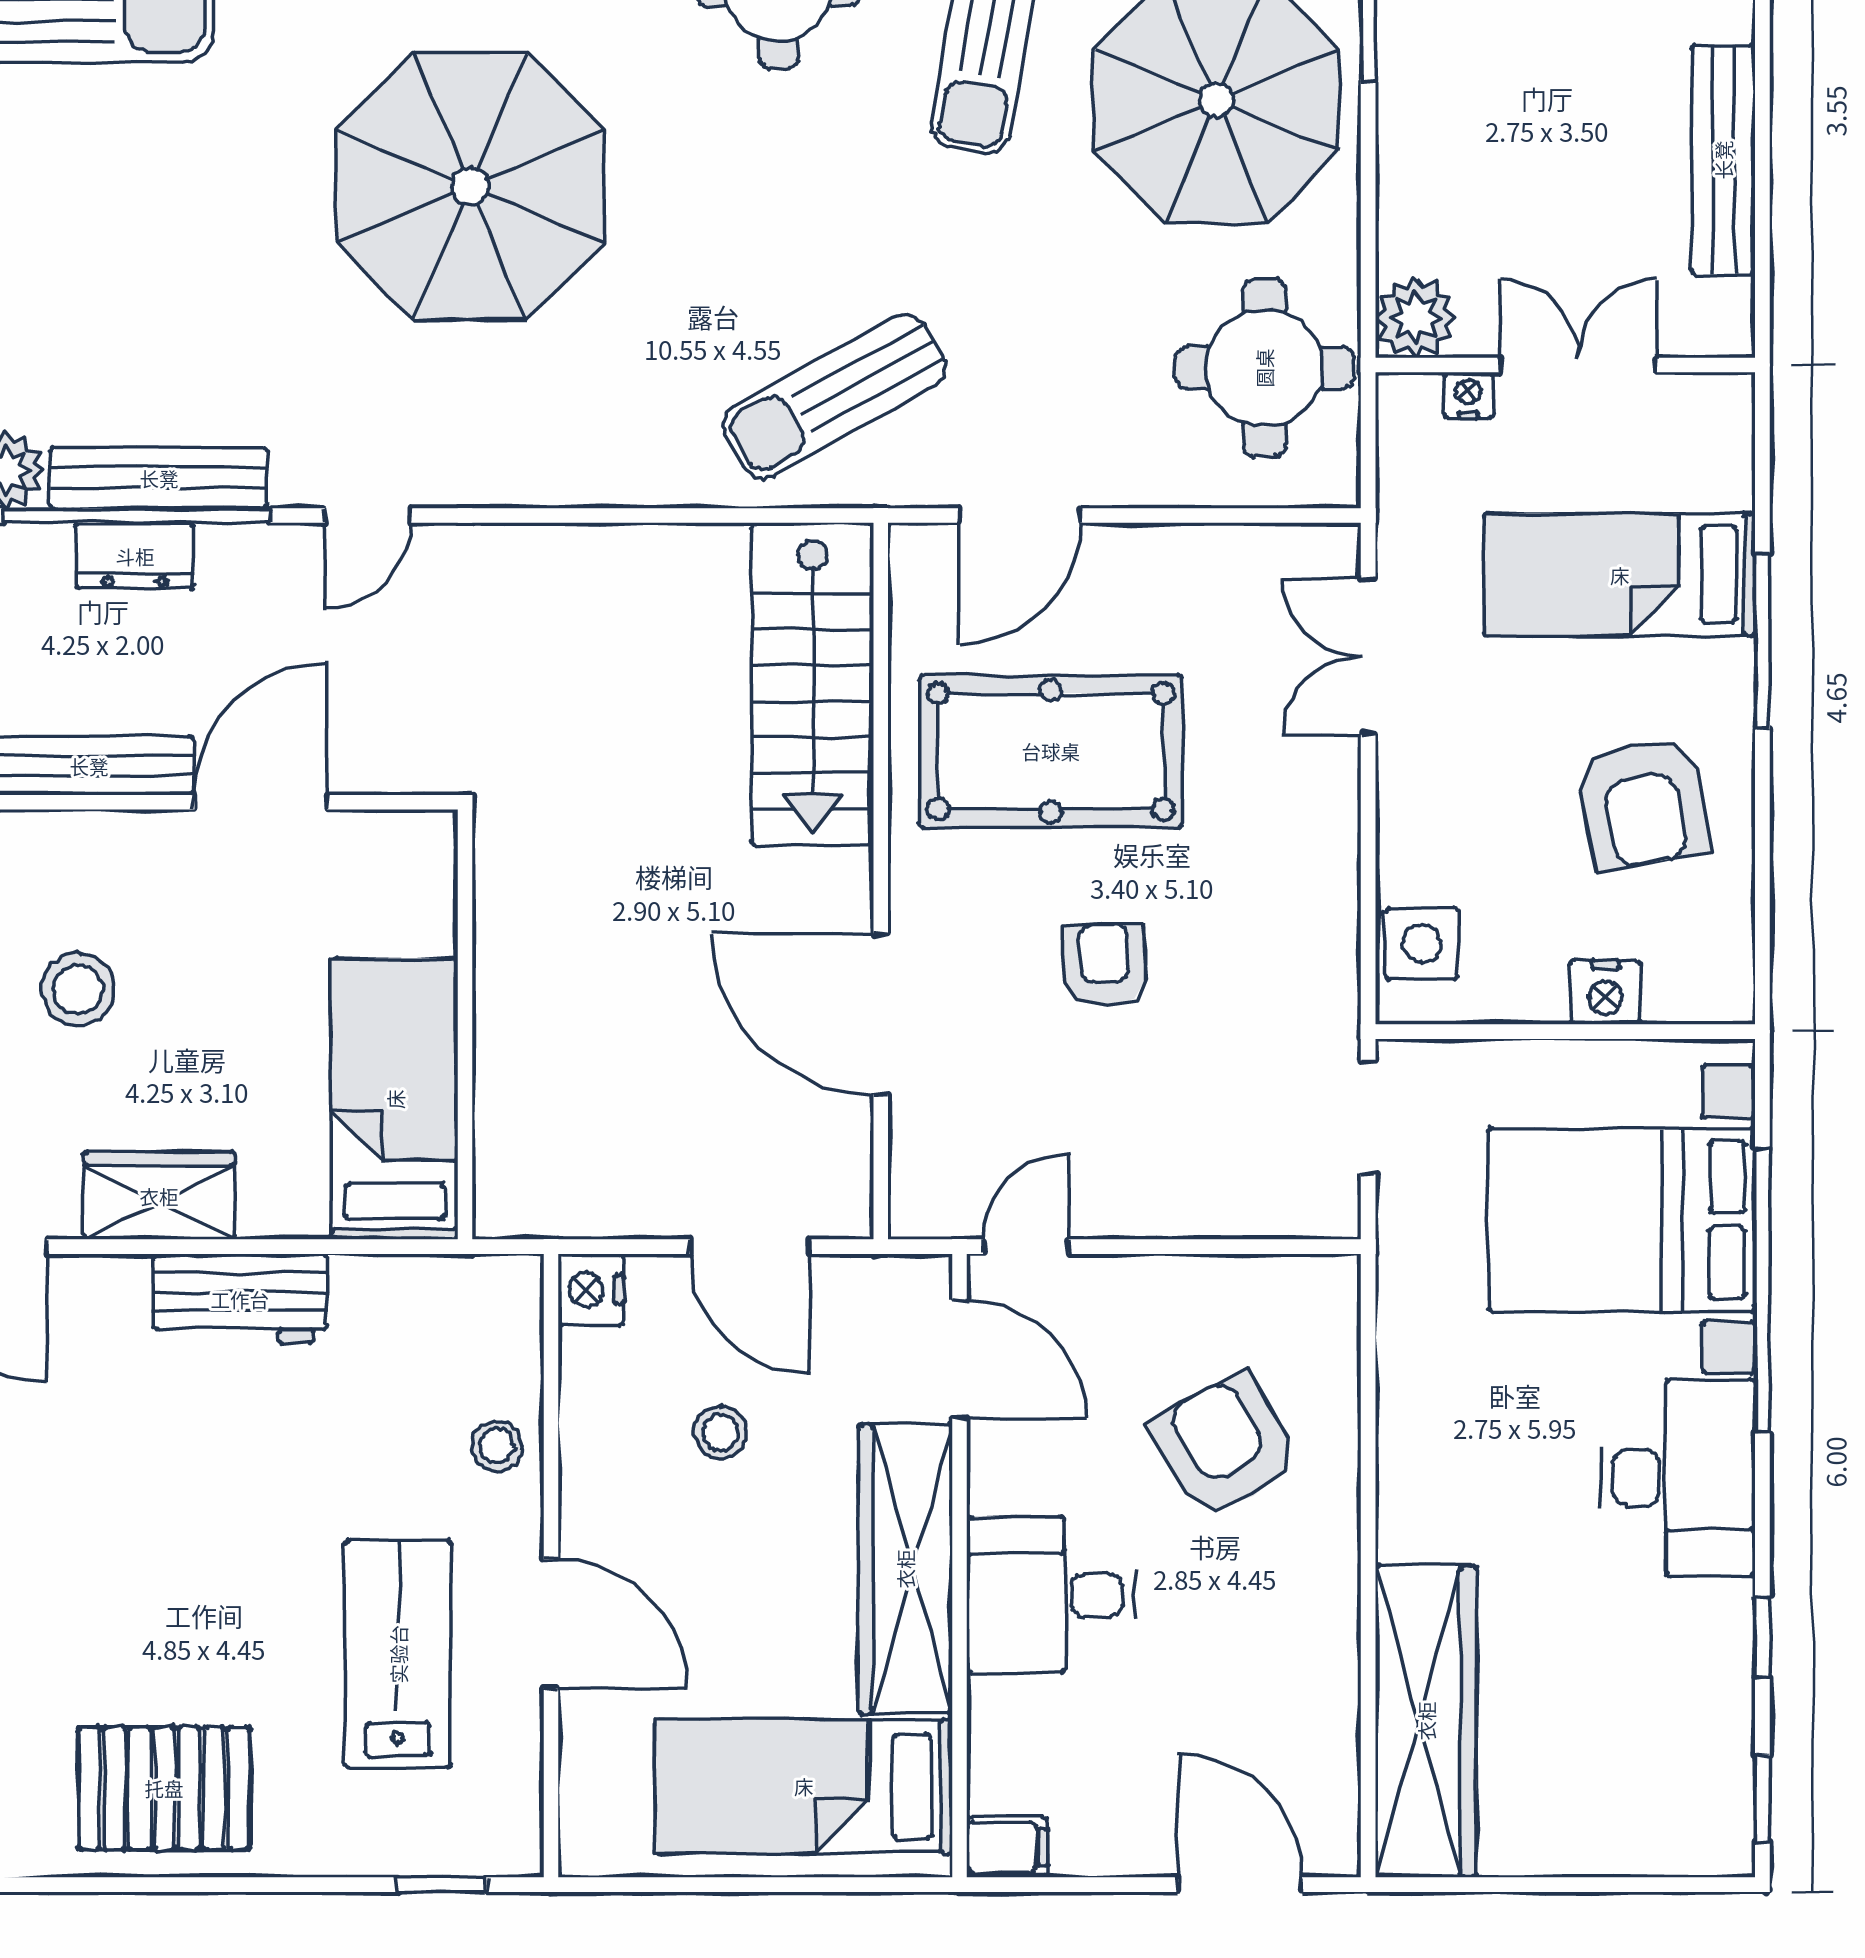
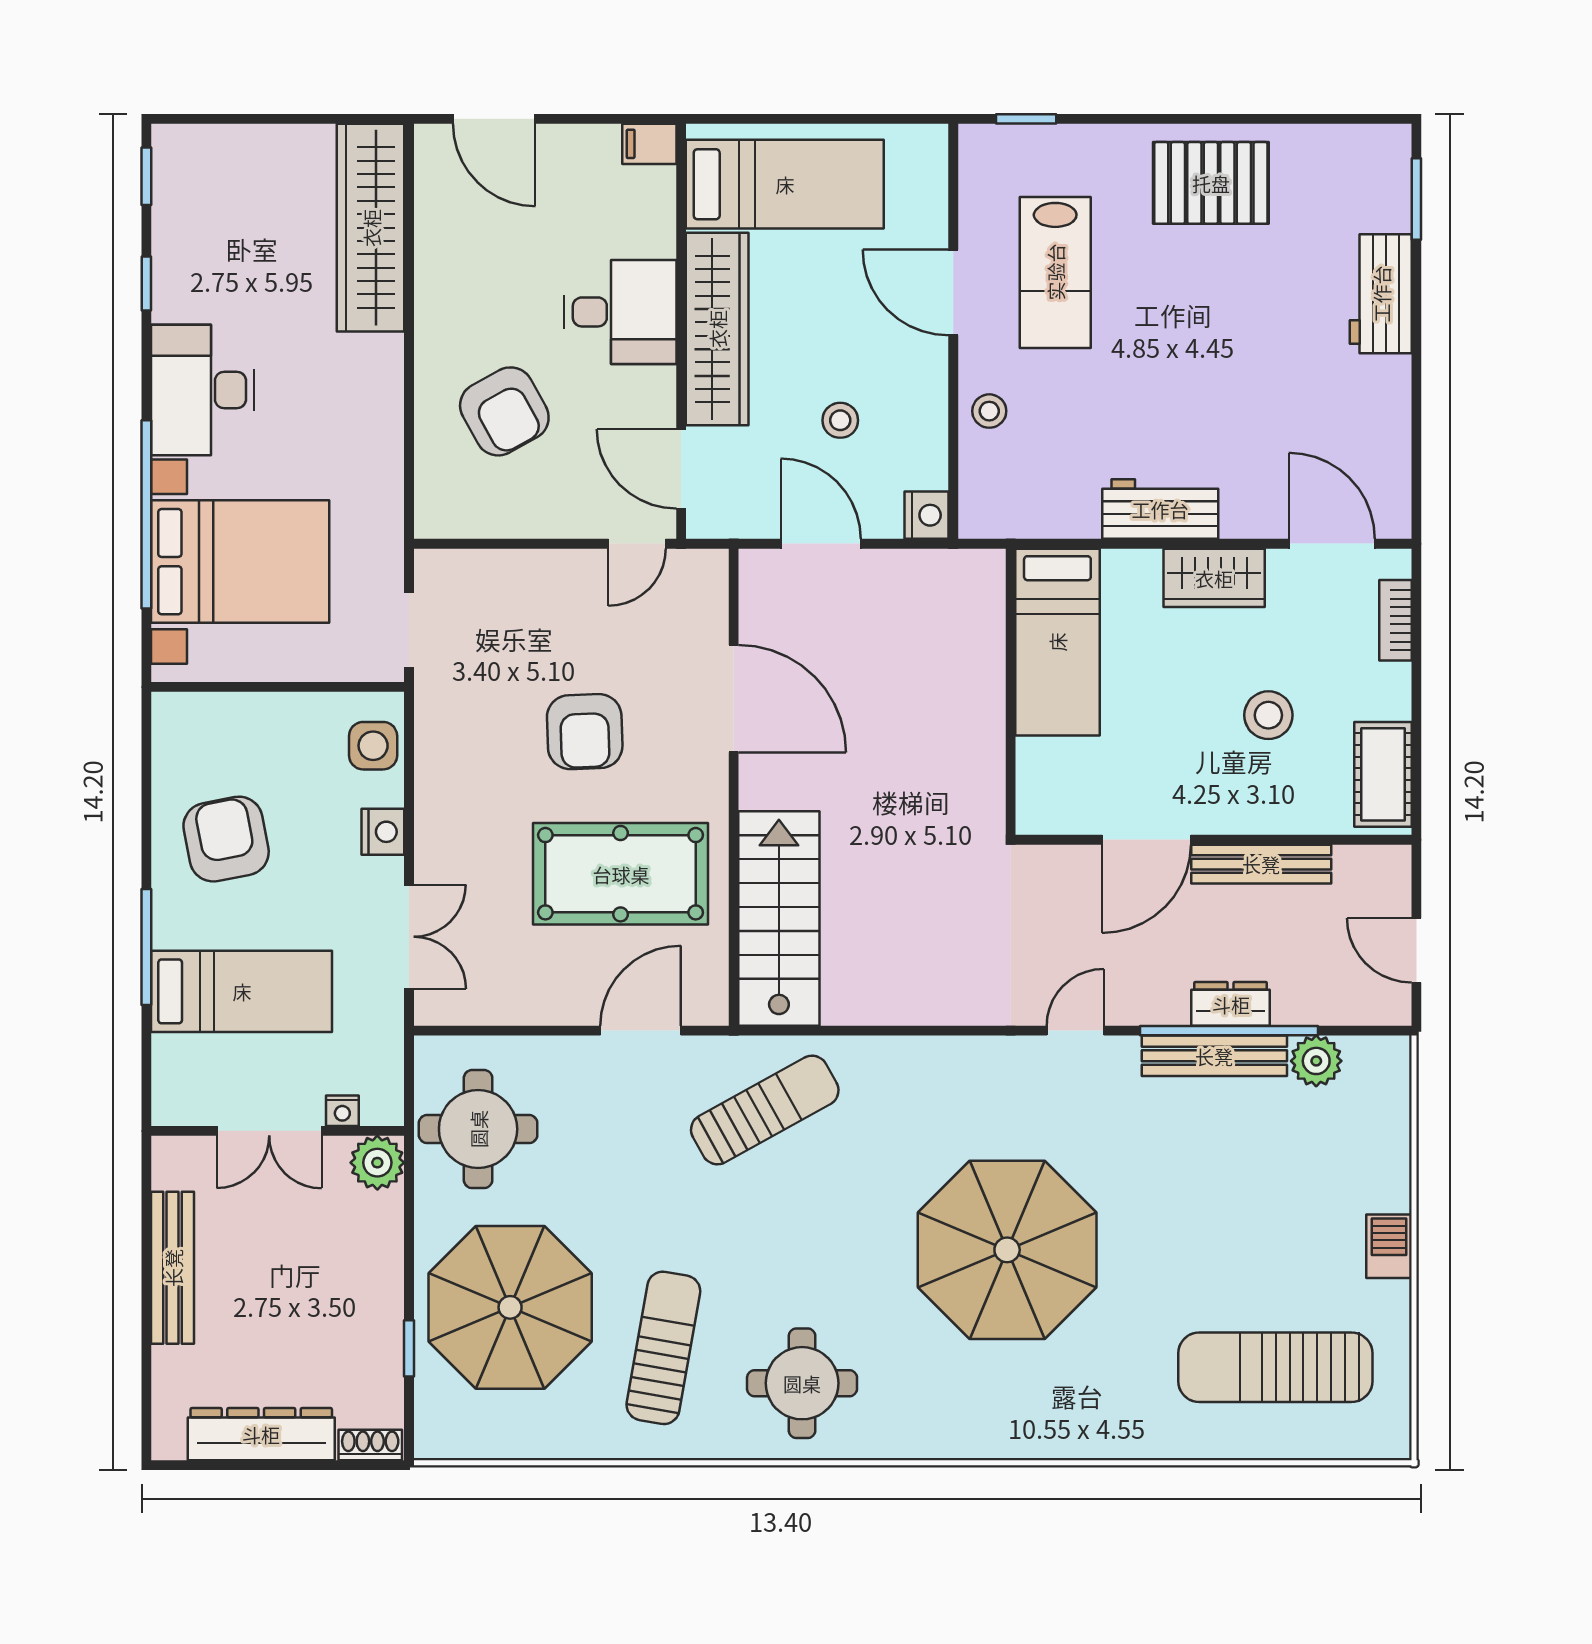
armchair: (1104, 965) -> (585, 732), width x1.38, depth x1.38
nightstand: (1605, 992) -> (383, 832), moved, turned 90

